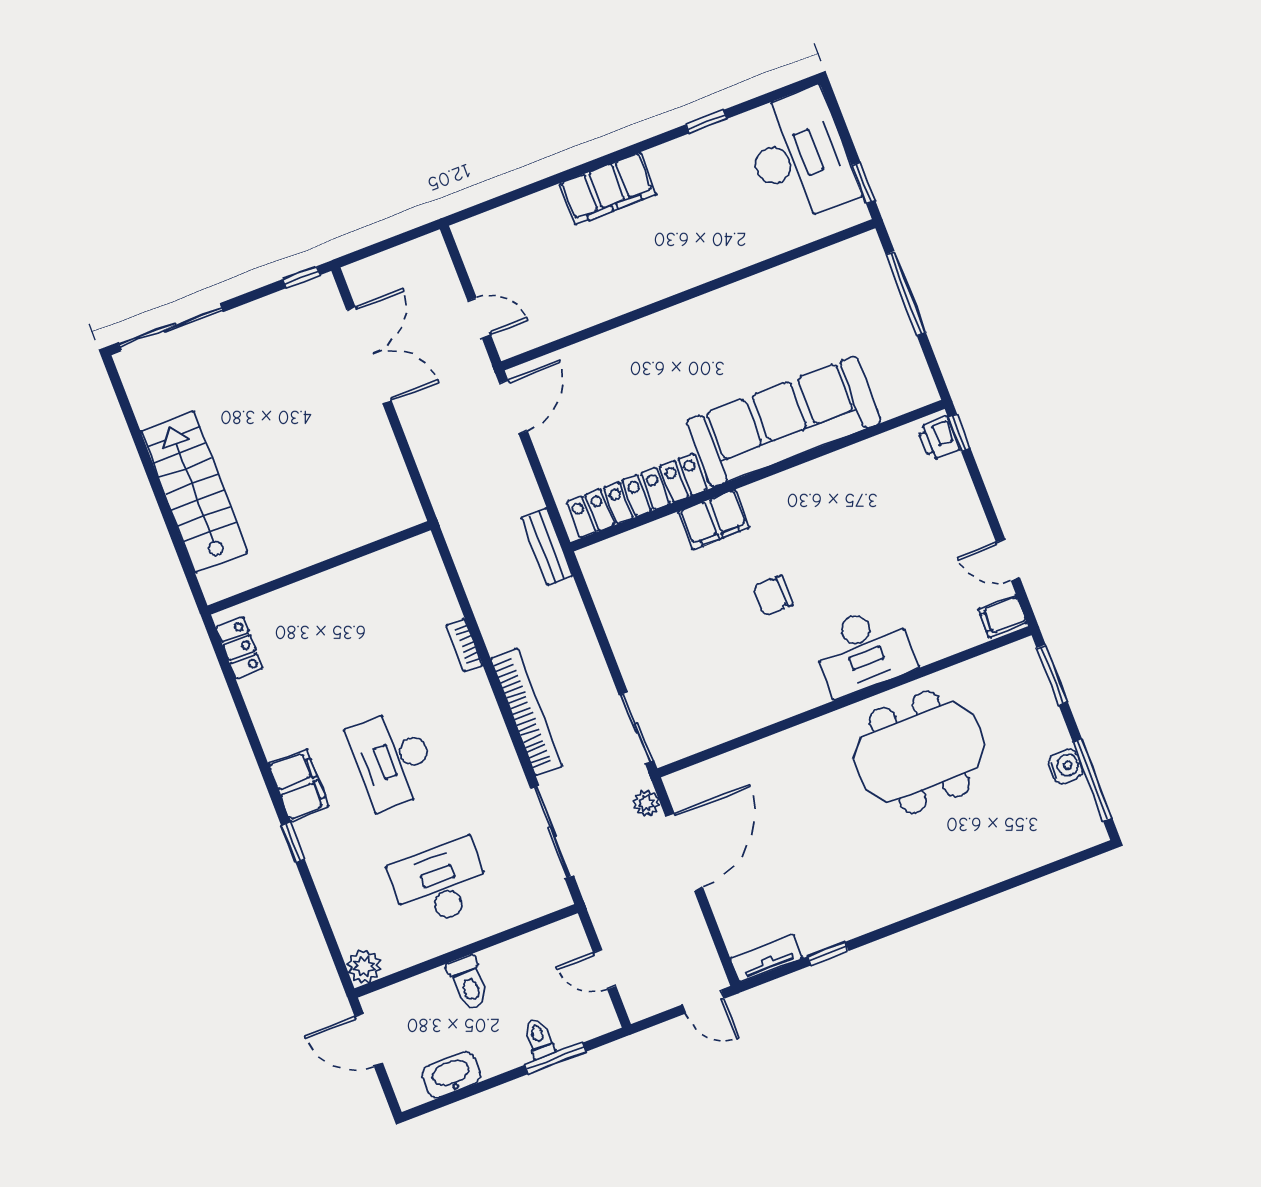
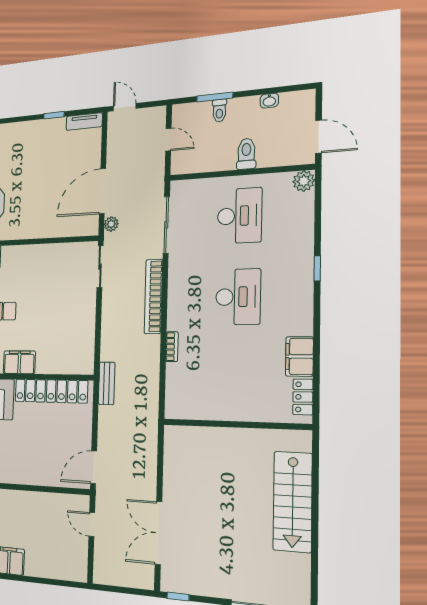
filing cabinet: (298, 785) -> (299, 356), moved
desk: (440, 884) -> (240, 216), turned -90
washbasin: (451, 1075) -> (269, 101), width x0.52, depth x0.69

